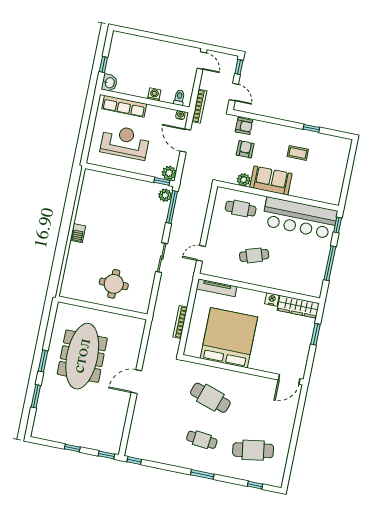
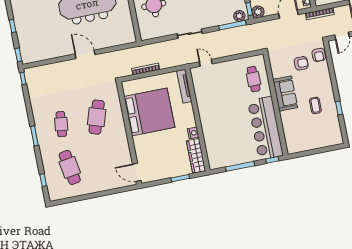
plant: (244, 180) -> (277, 72), removed
cafe table: (254, 255) -> (222, 105), removed

